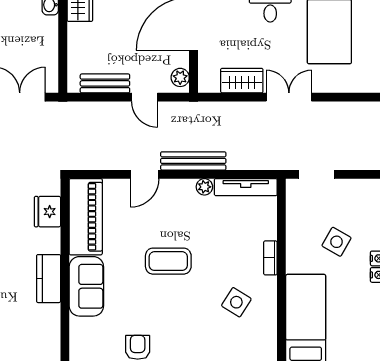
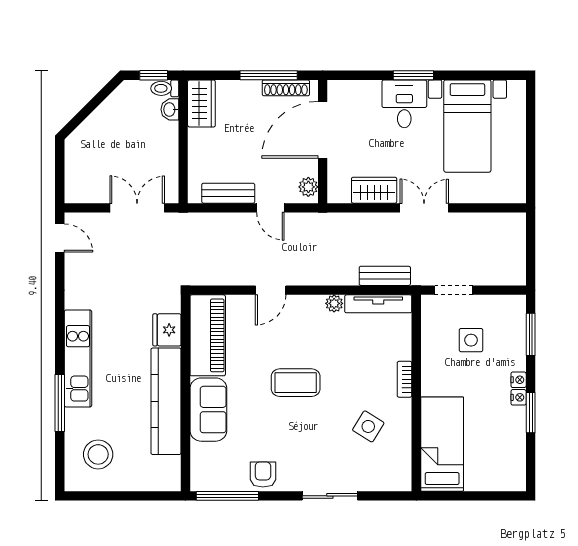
bench: (193, 161) -> (385, 276), moved, width x0.73
side table: (337, 242) -> (471, 340), moved, turned -30
kitchen counter: (49, 279) -> (166, 401), width x2.08, depth x1.17

